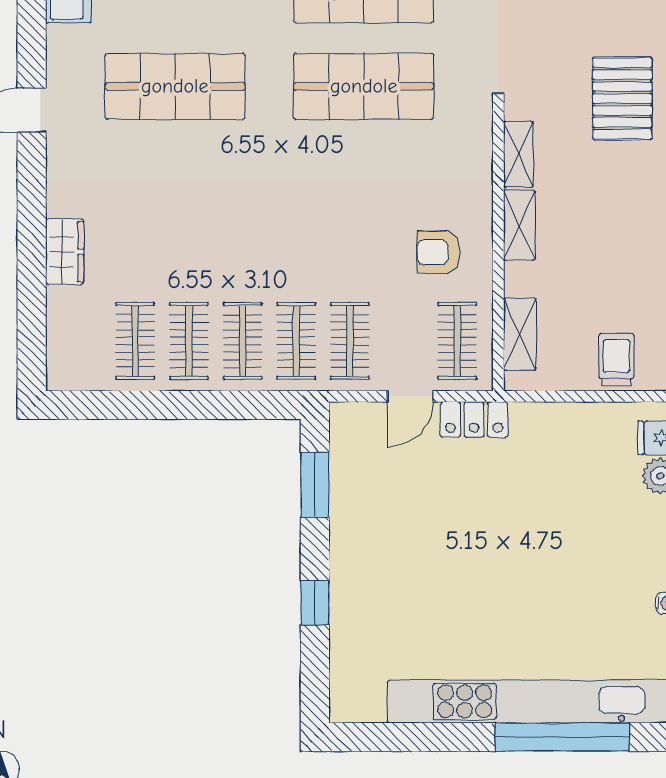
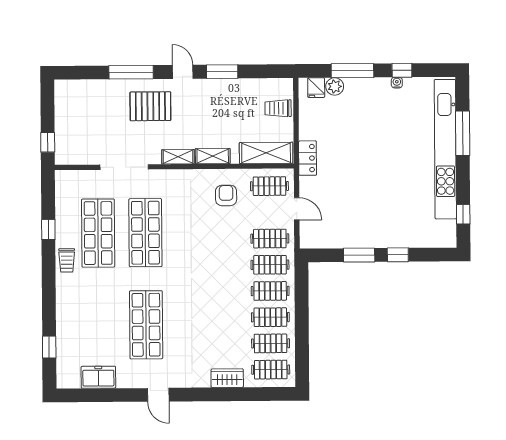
armchair: (439, 252) -> (226, 195), turned 180
shelving: (520, 334) -> (266, 153), width x1.50, depth x1.33
clothes rail: (82, 341) -> (271, 370), added
locker: (474, 419) -> (308, 158), moved
window: (315, 485) -> (359, 255), moved
window: (397, 737) -> (463, 214), added
window: (562, 737) -> (463, 133), width x0.68

